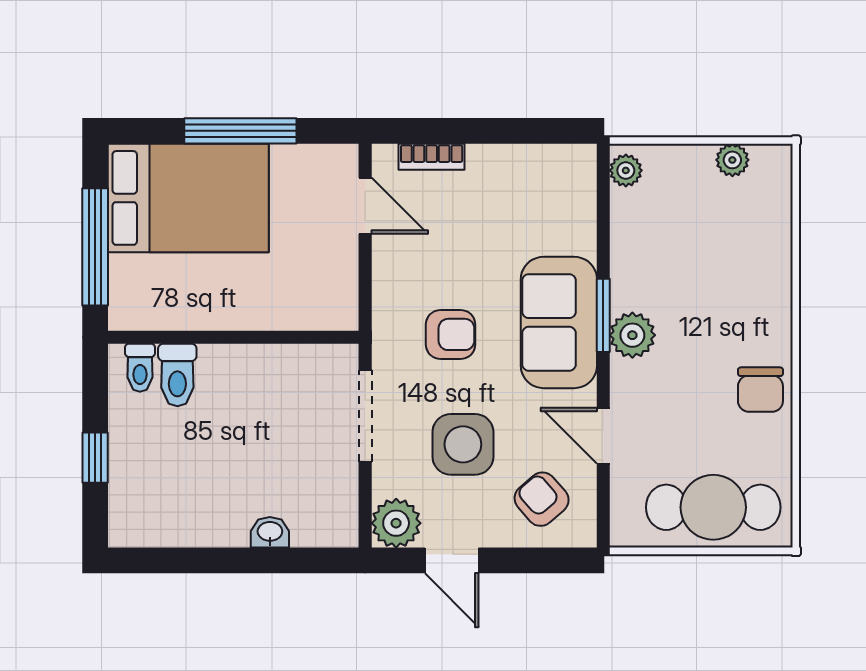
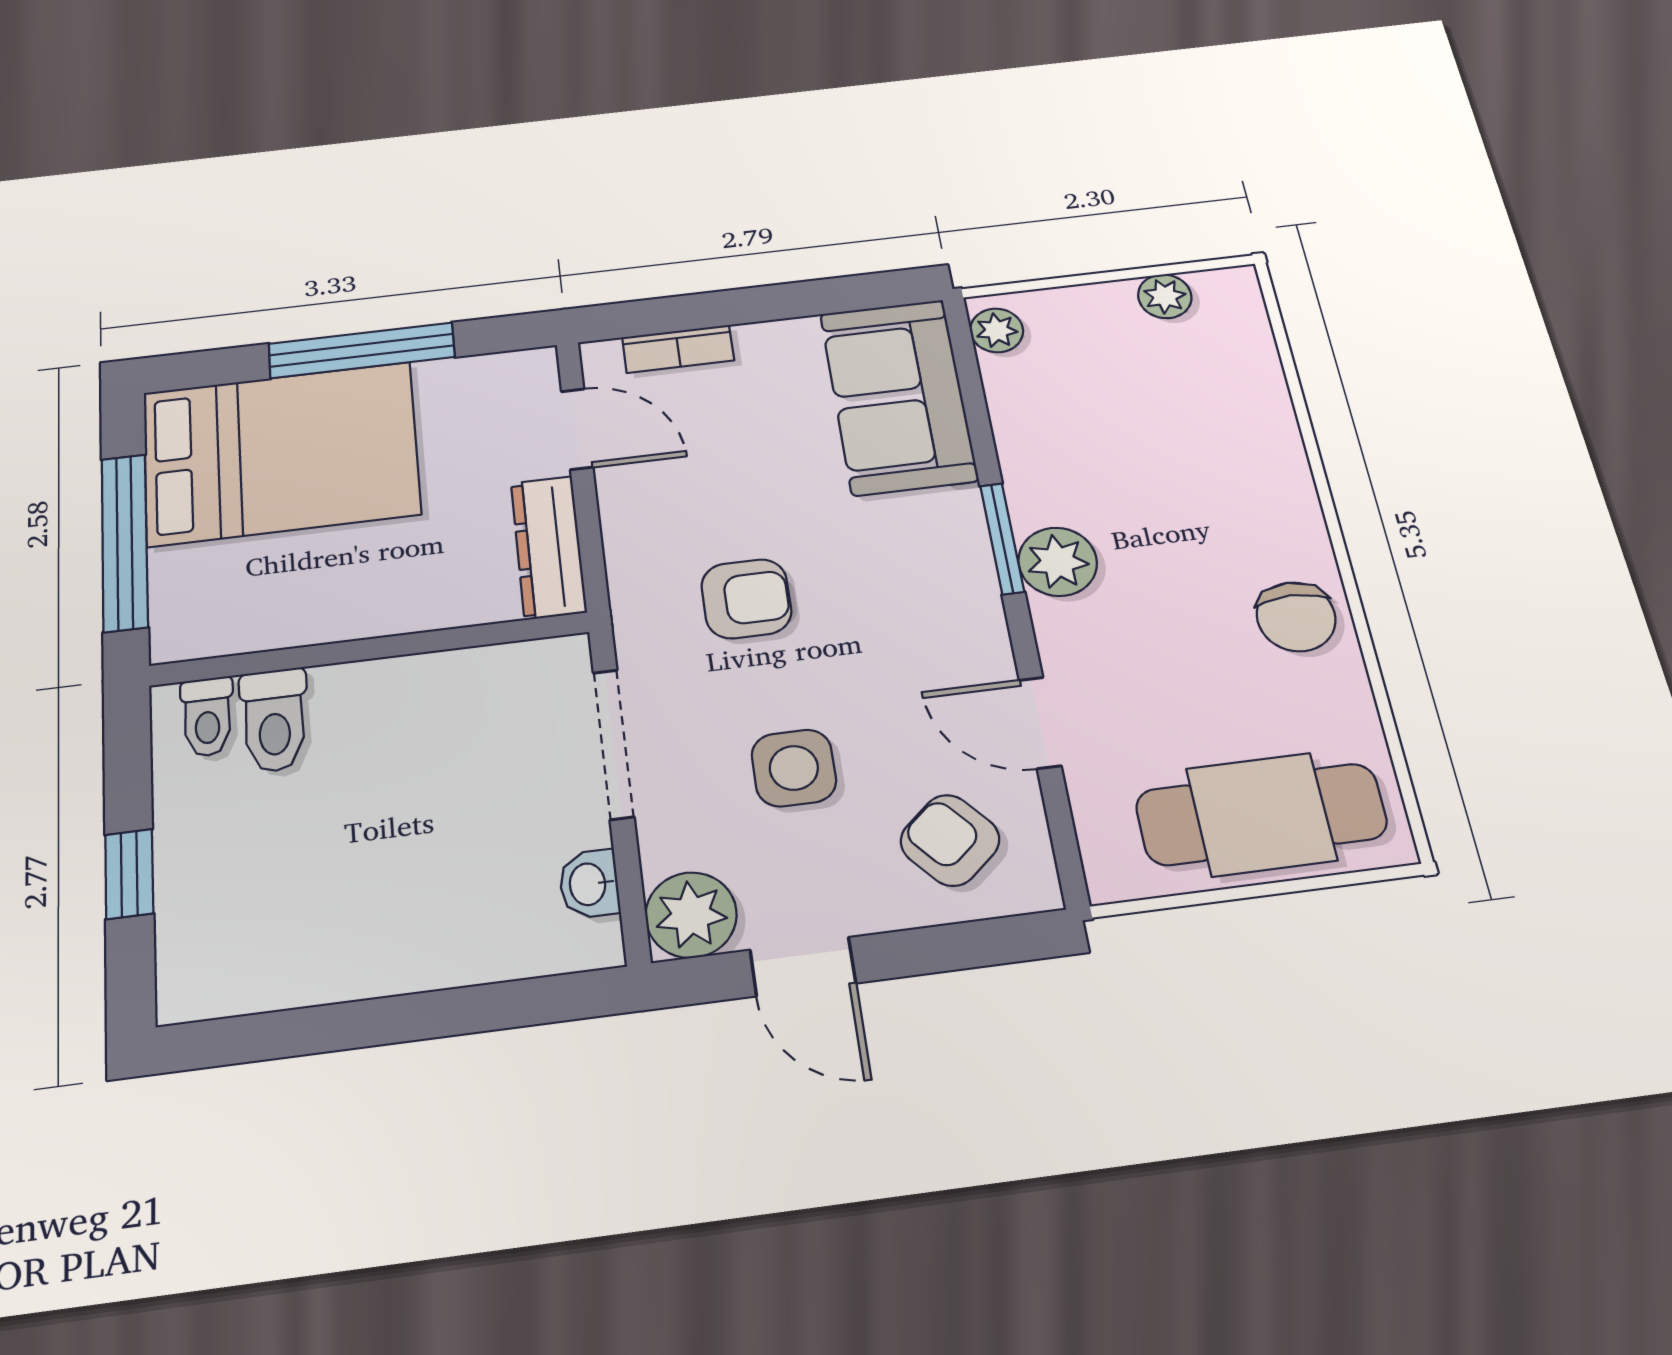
dresser: (341, 285) -> (548, 547), added
sofa: (559, 322) -> (898, 396), moved
side table: (463, 444) -> (794, 768), width x0.73, depth x0.73
washbasin: (270, 532) -> (589, 884), moved, turned -90

